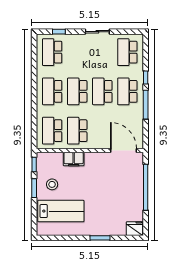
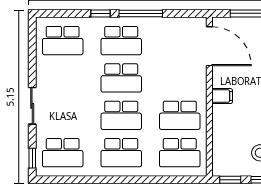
window: (59, 32) -> (32, 158), moved
sliding door: (97, 32) -> (32, 106), moved
door: (124, 151) -> (209, 46), swing flipped
filing cabinet: (74, 159) -> (222, 96), moved, width x0.50

